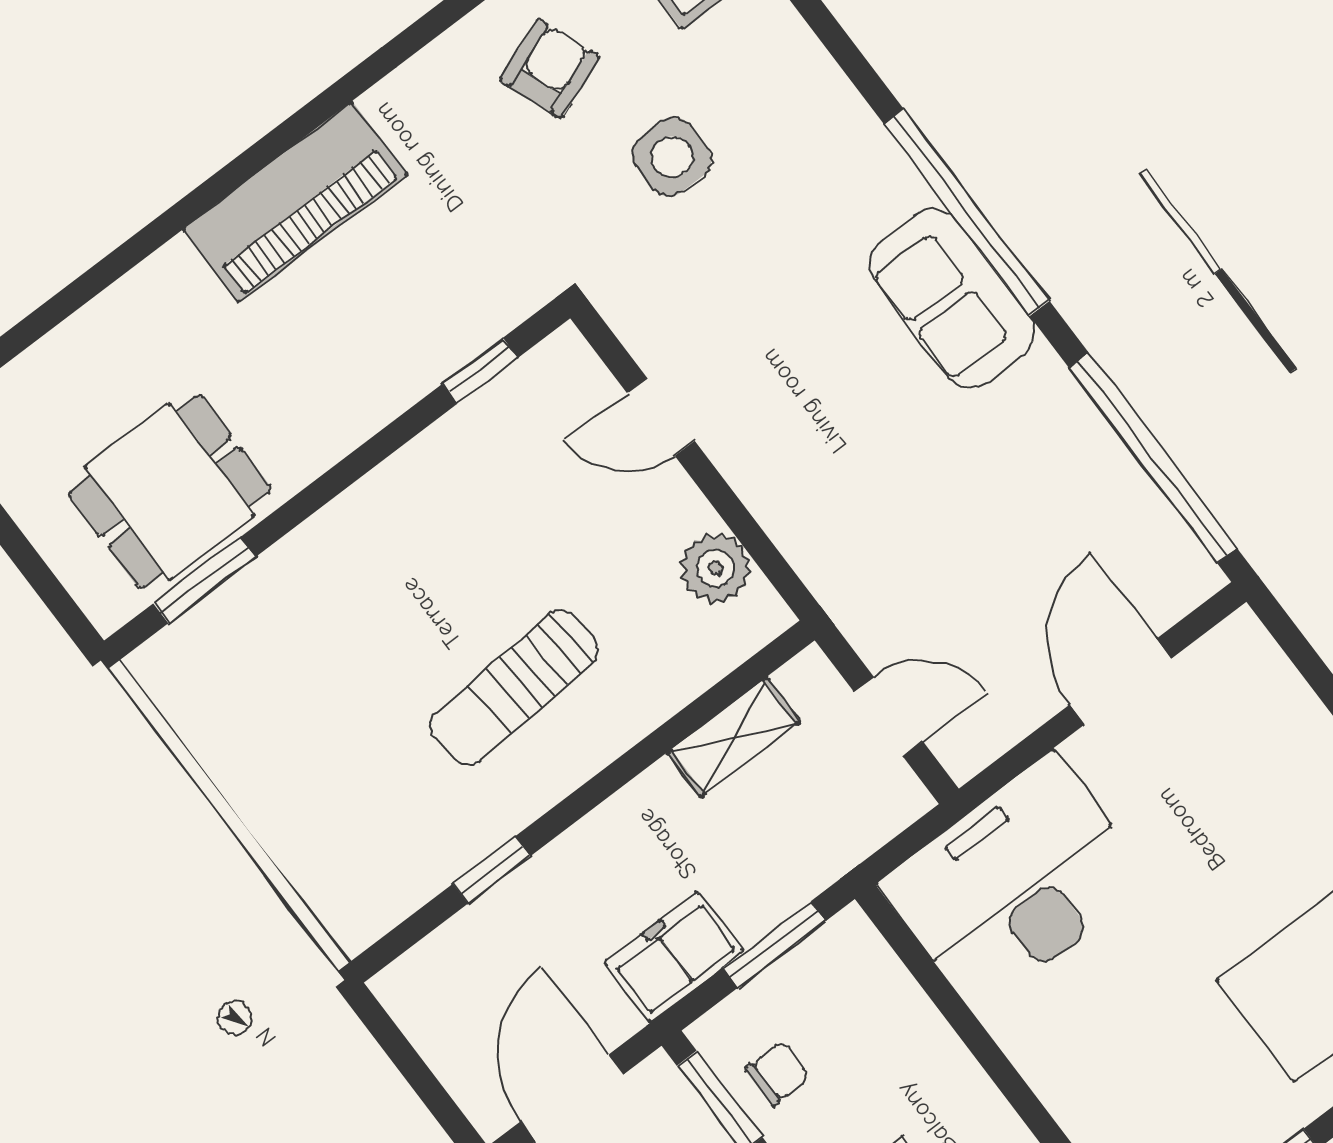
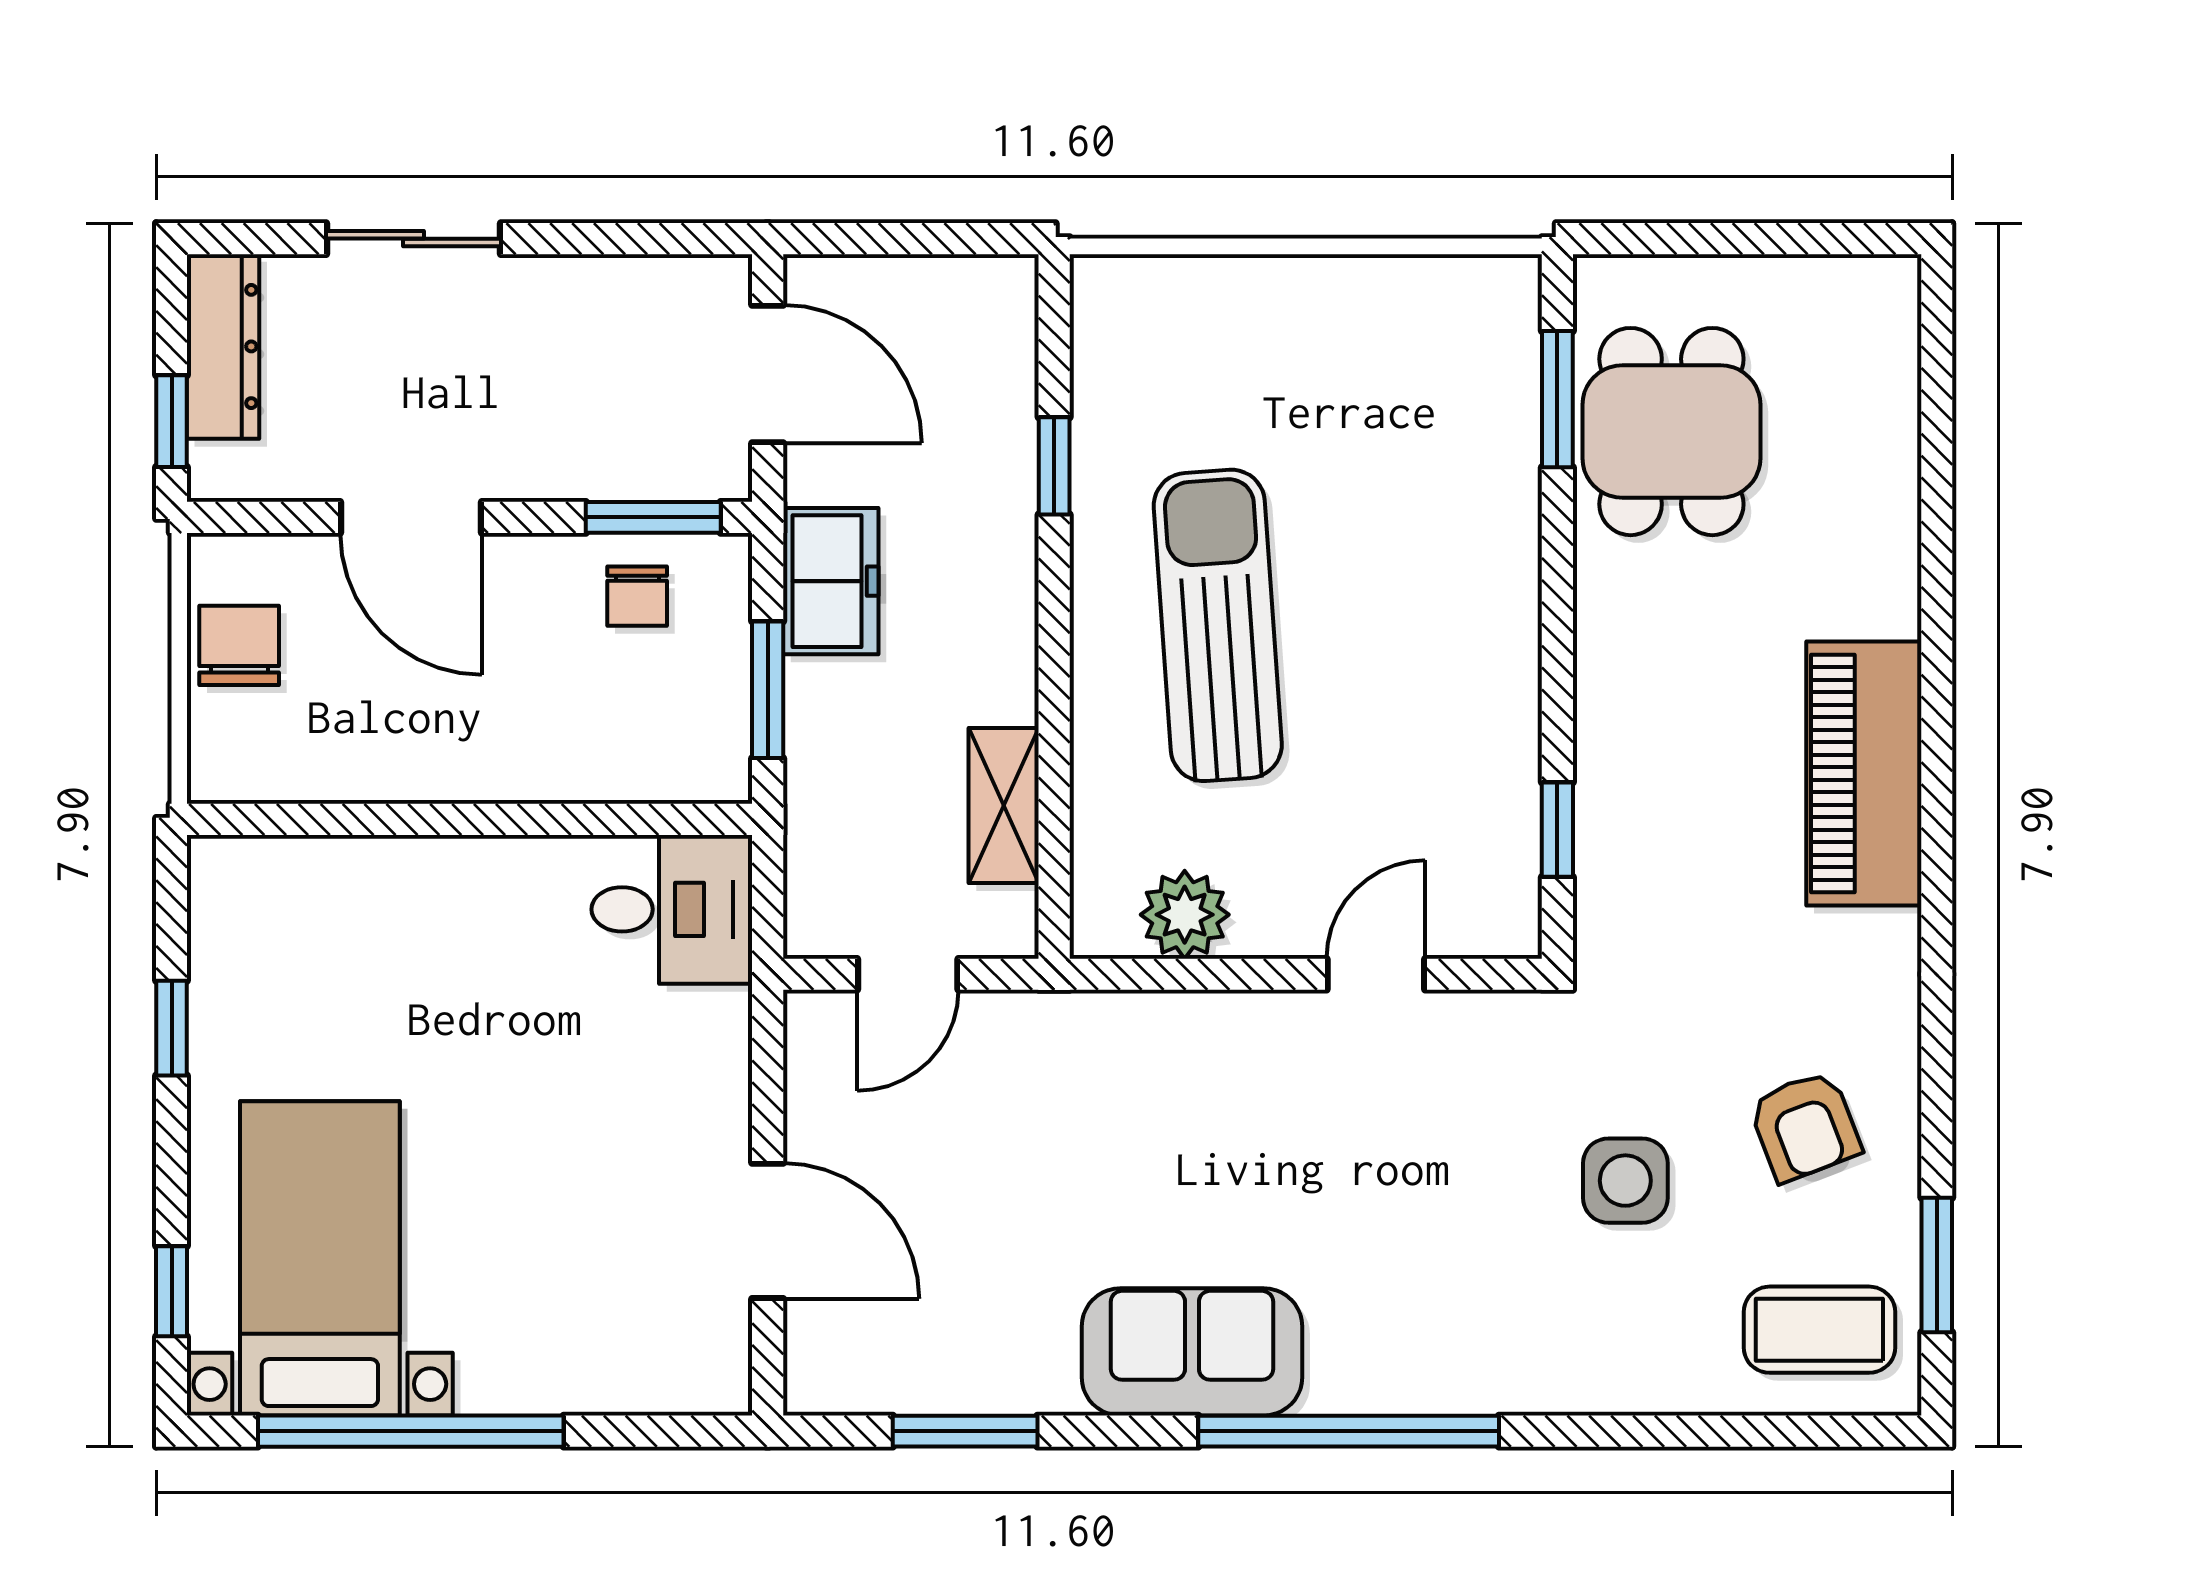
sofa: (952, 298) -> (1192, 1352), moved
window: (1153, 458) -> (965, 1431), width x0.47
sun lounger: (514, 688) -> (1218, 625), width x1.36, depth x1.34
desk: (1015, 883) -> (672, 909), width x0.53, depth x0.77

